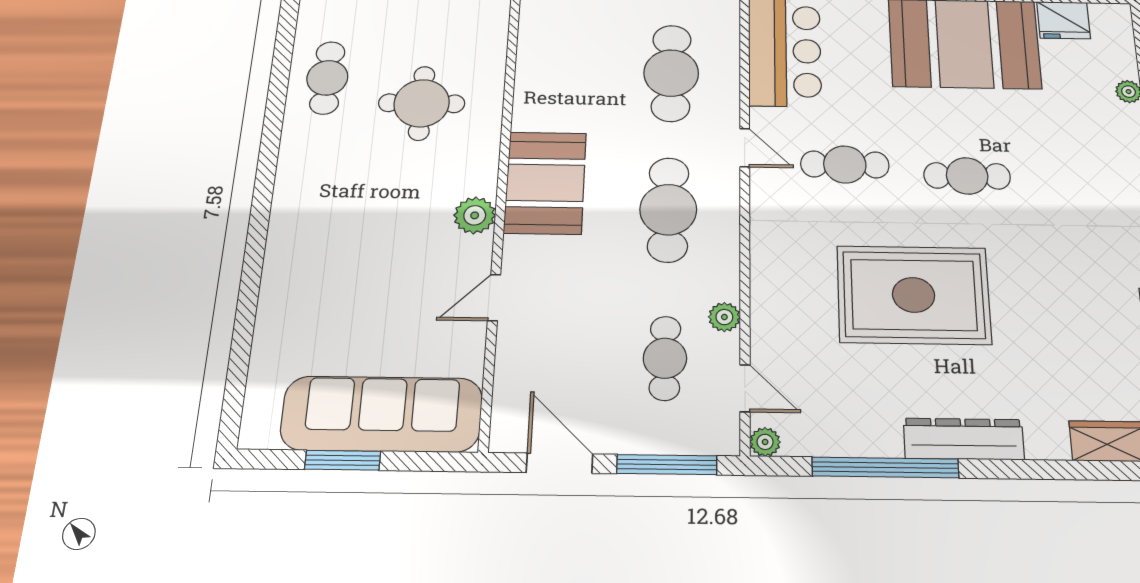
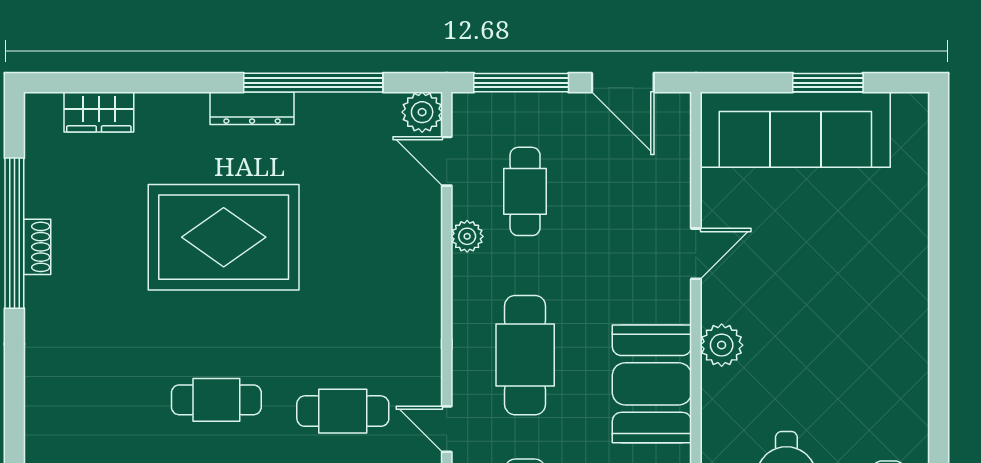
rug: (914, 295) -> (224, 237), moved
dresser: (964, 439) -> (252, 108), width x0.73, depth x0.80
plant: (765, 442) -> (422, 112), width x1.38, depth x1.38

